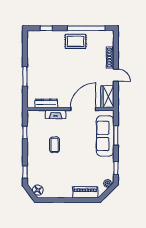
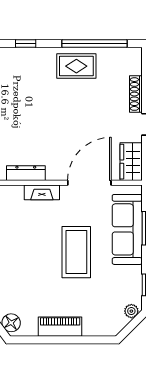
coffee table: (55, 145) -> (76, 252), moved, width x1.86, depth x1.72
piano: (85, 192) -> (60, 327), moved

